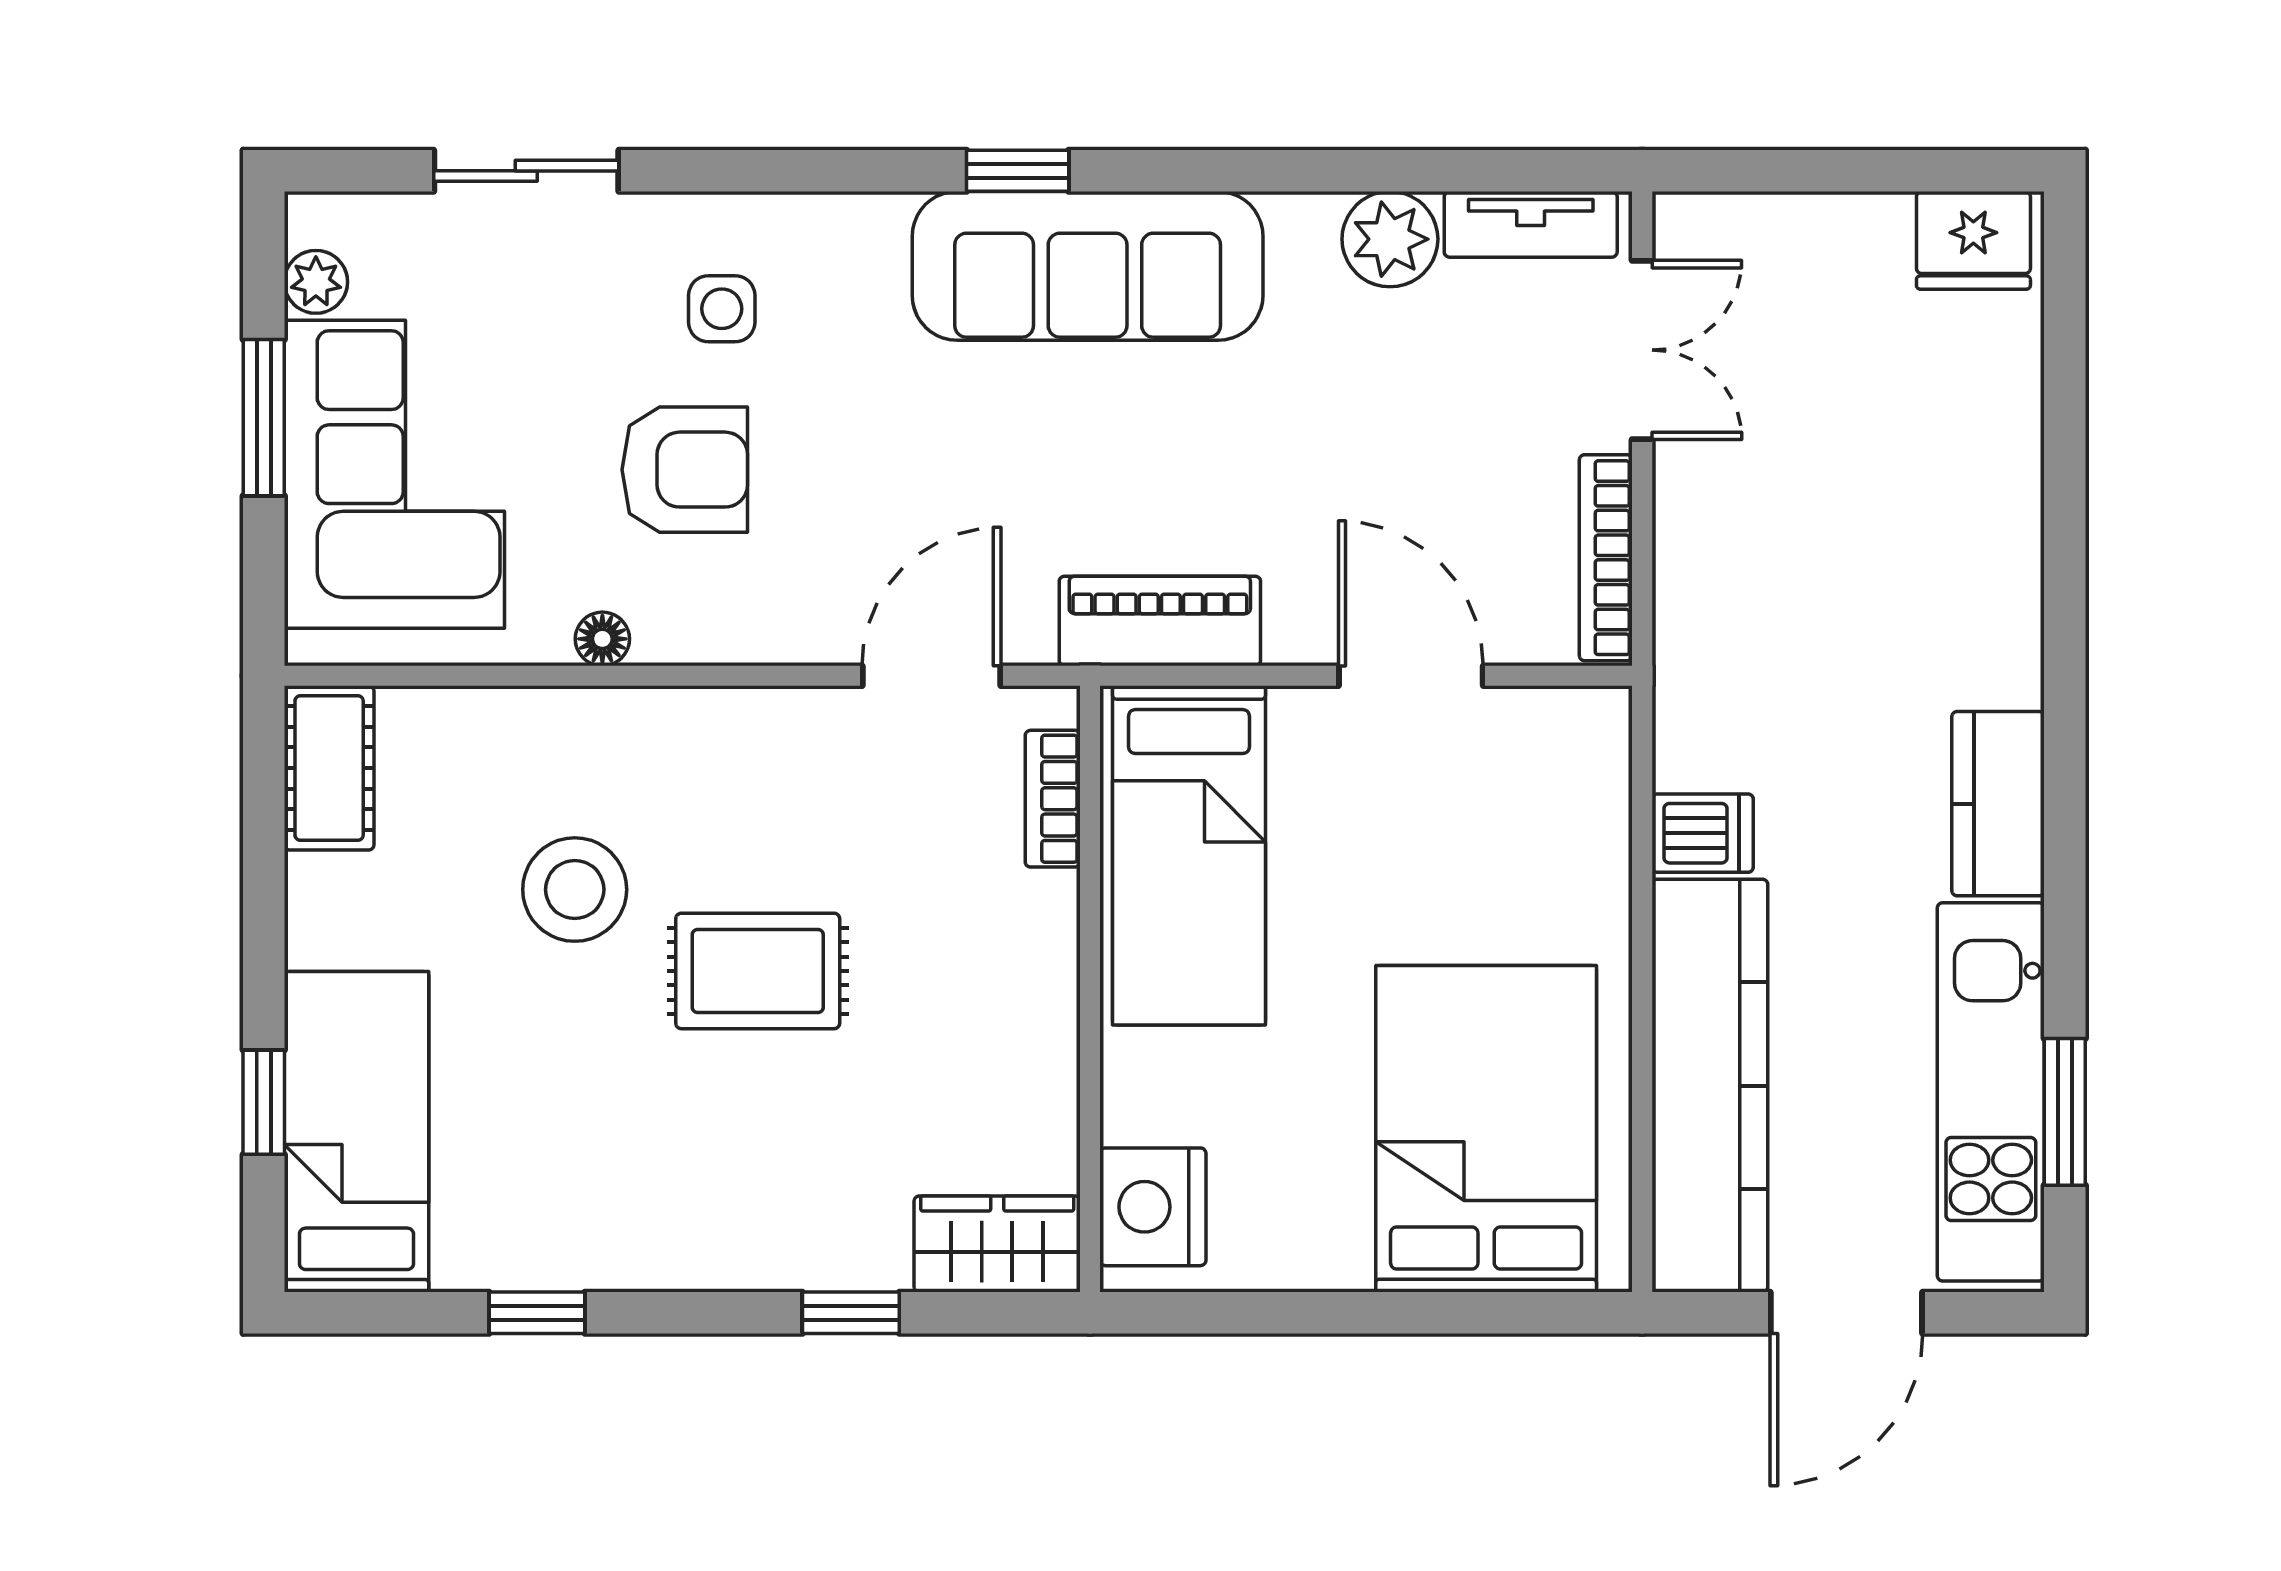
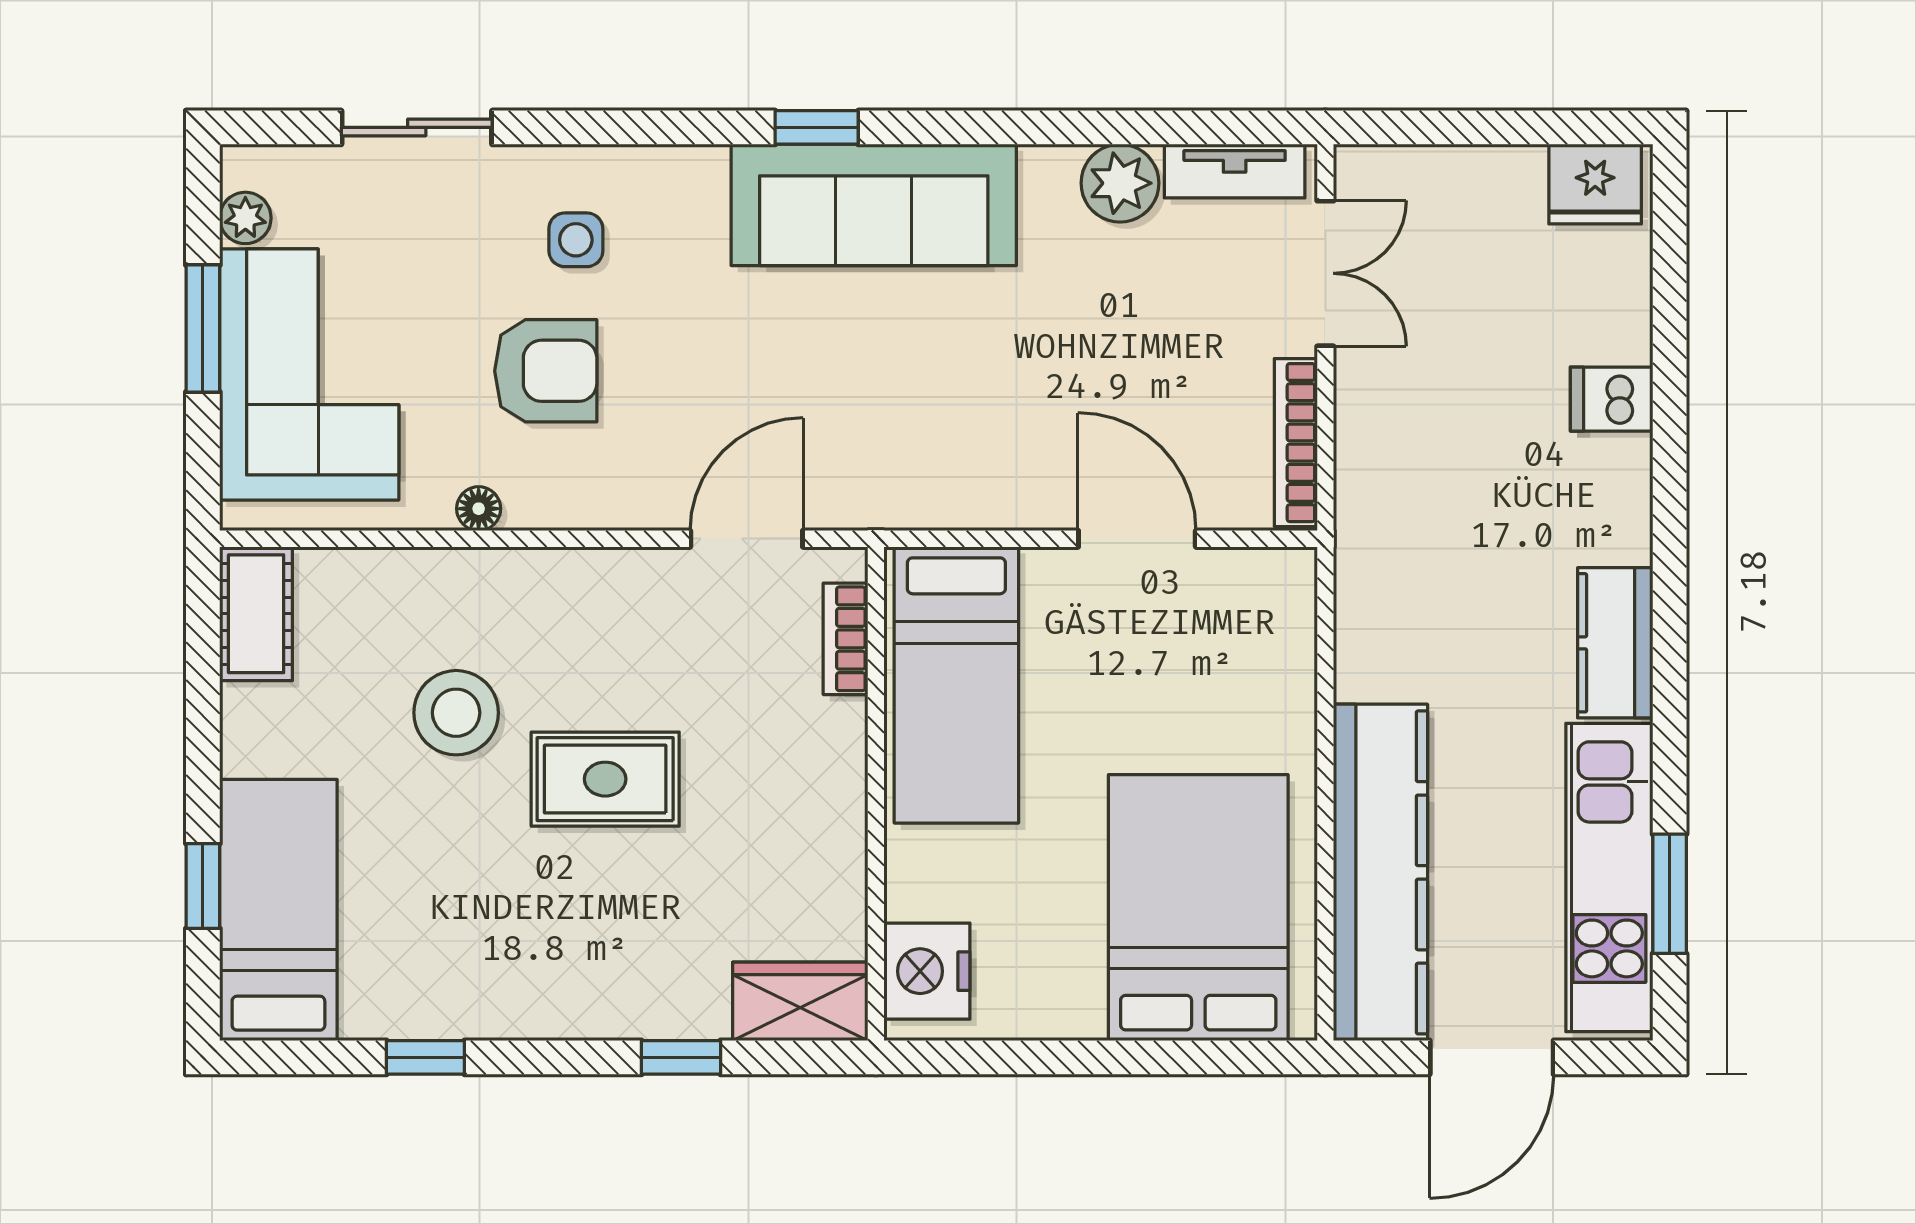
piano: (1160, 621) -> (933, 494), removed
dishwasher: (1703, 833) -> (1612, 399), moved, turned 180

